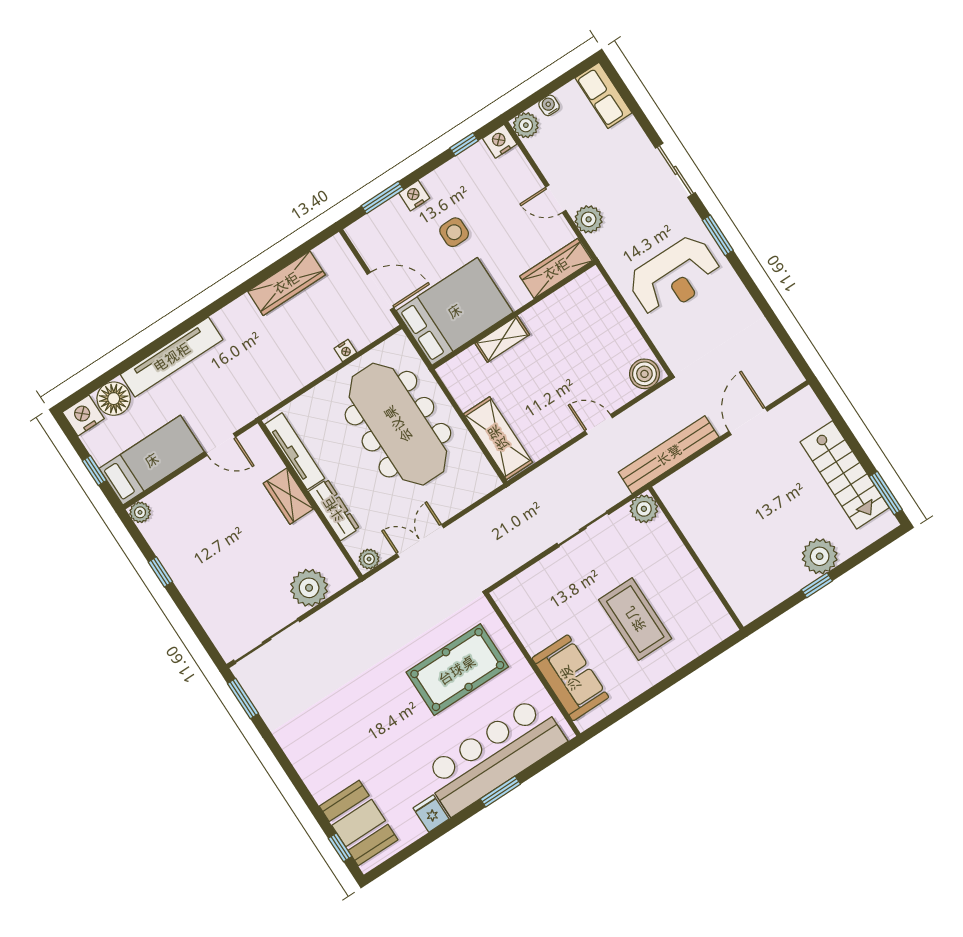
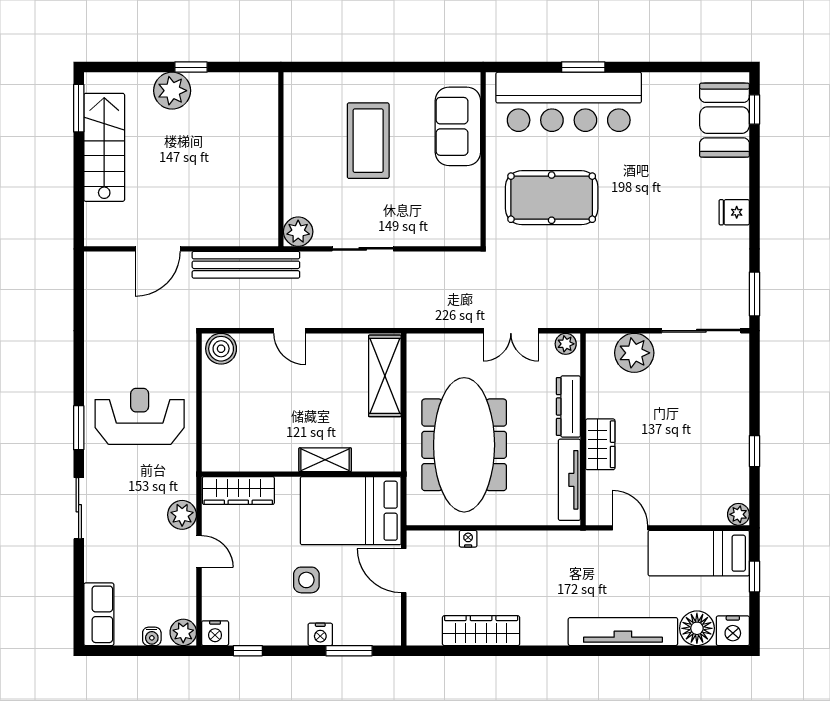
fridge: (431, 813) -> (734, 212), moved, turned 90

